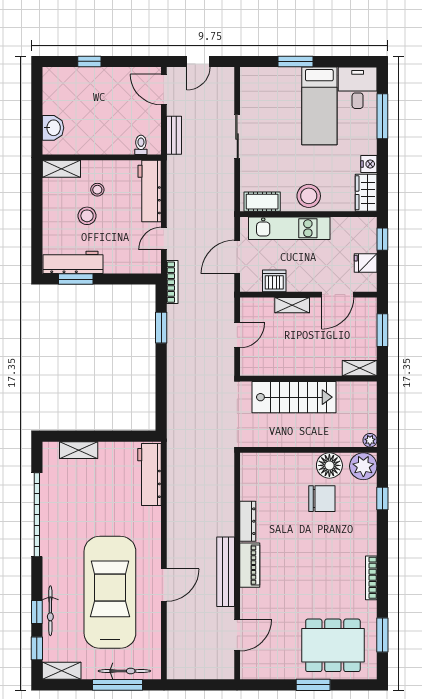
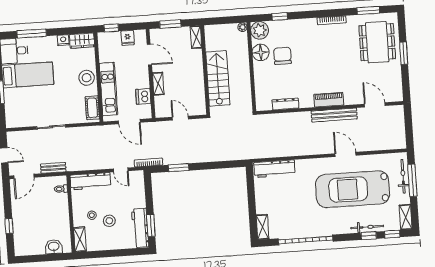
shelving: (79, 450) -> (263, 227), moved
dresser: (248, 521) -> (285, 104), moved

